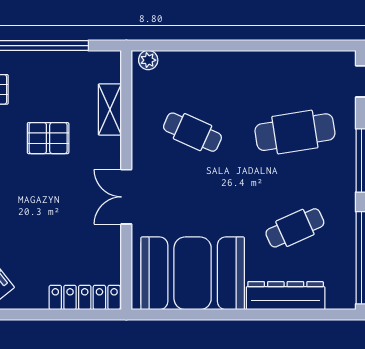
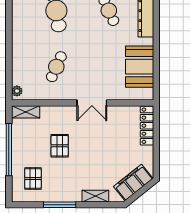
shelving: (110, 109) -> (26, 112), moved
booth: (193, 273) -> (140, 67), width x0.73, depth x0.70

